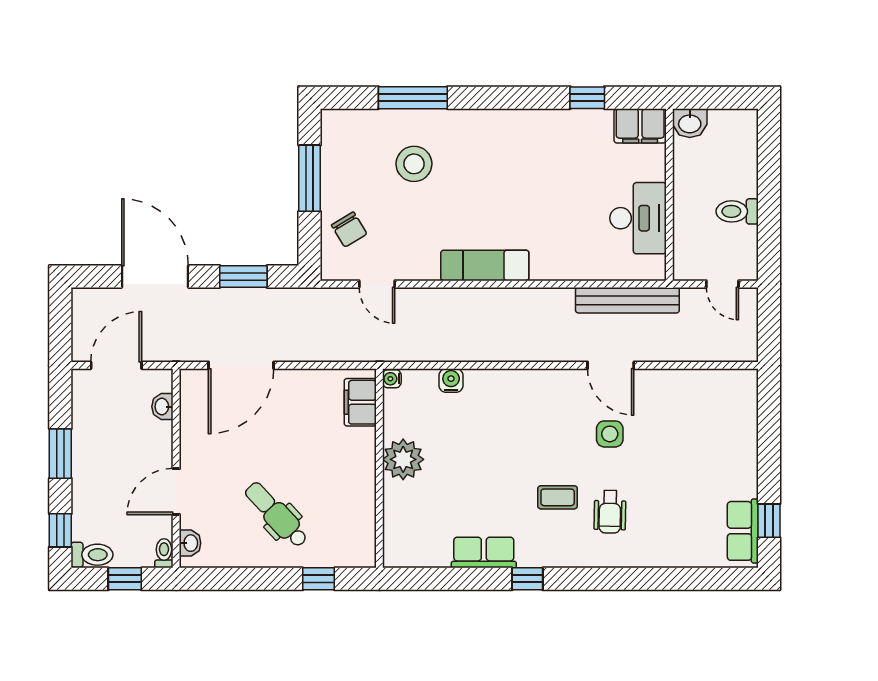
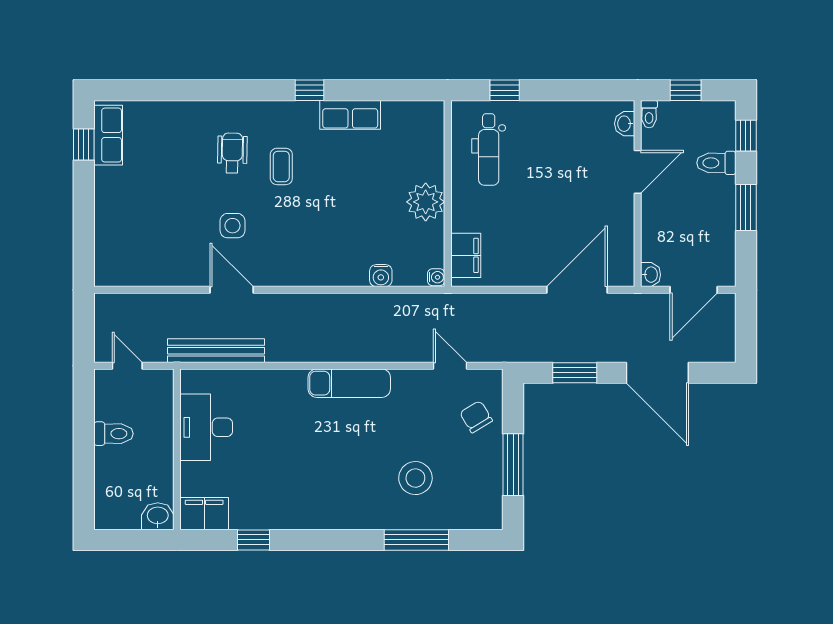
washbasin: (162, 407) -> (650, 275), moved
coffee table: (558, 497) -> (281, 166), turned 90
dental chair: (276, 515) -> (489, 149), moved, turned 43
toilet: (92, 555) -> (716, 163), moved

